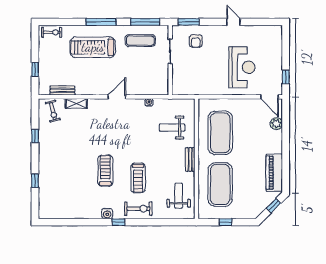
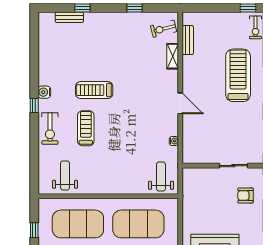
exercise mat: (140, 41) -> (246, 131), removed
window: (35, 70) -> (248, 8), moved
weight bench: (172, 128) -> (161, 176), moved
bench: (190, 160) -> (69, 17), moved
treadmill: (105, 171) -> (94, 90), turned 180
treadmill: (138, 178) -> (86, 128), turned 90
weight bench: (179, 196) -> (65, 175), turned -90

